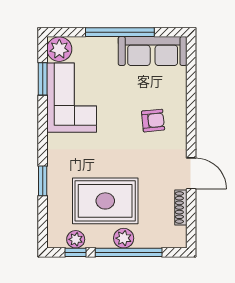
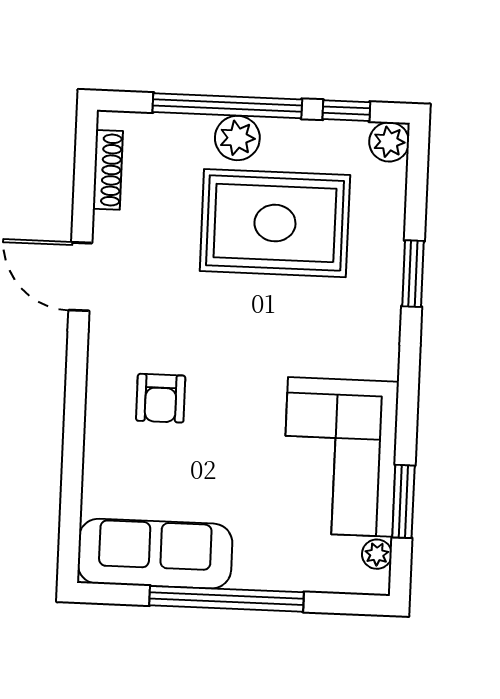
plant: (59, 49) -> (377, 554), width x0.53, depth x0.53
armchair: (153, 121) -> (161, 398), turned -84
shoe rack: (181, 207) -> (108, 170), moved
plant: (76, 239) -> (389, 142), moved

